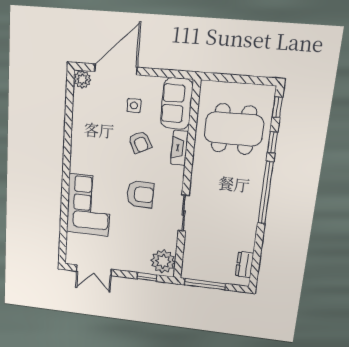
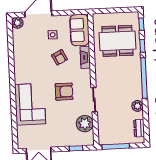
plant: (248, 232) -> (138, 106), added
plant: (163, 261) -> (85, 124), moved

